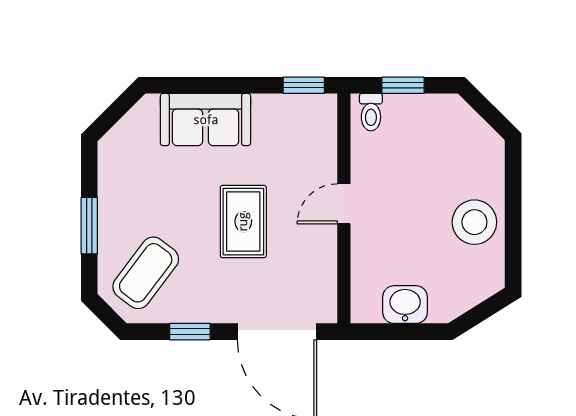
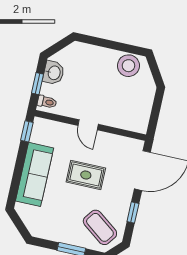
sofa: (206, 120) -> (35, 174), width x1.36
stool: (474, 222) -> (128, 66), moved
washbasin: (405, 305) -> (54, 73), moved, turned 180

